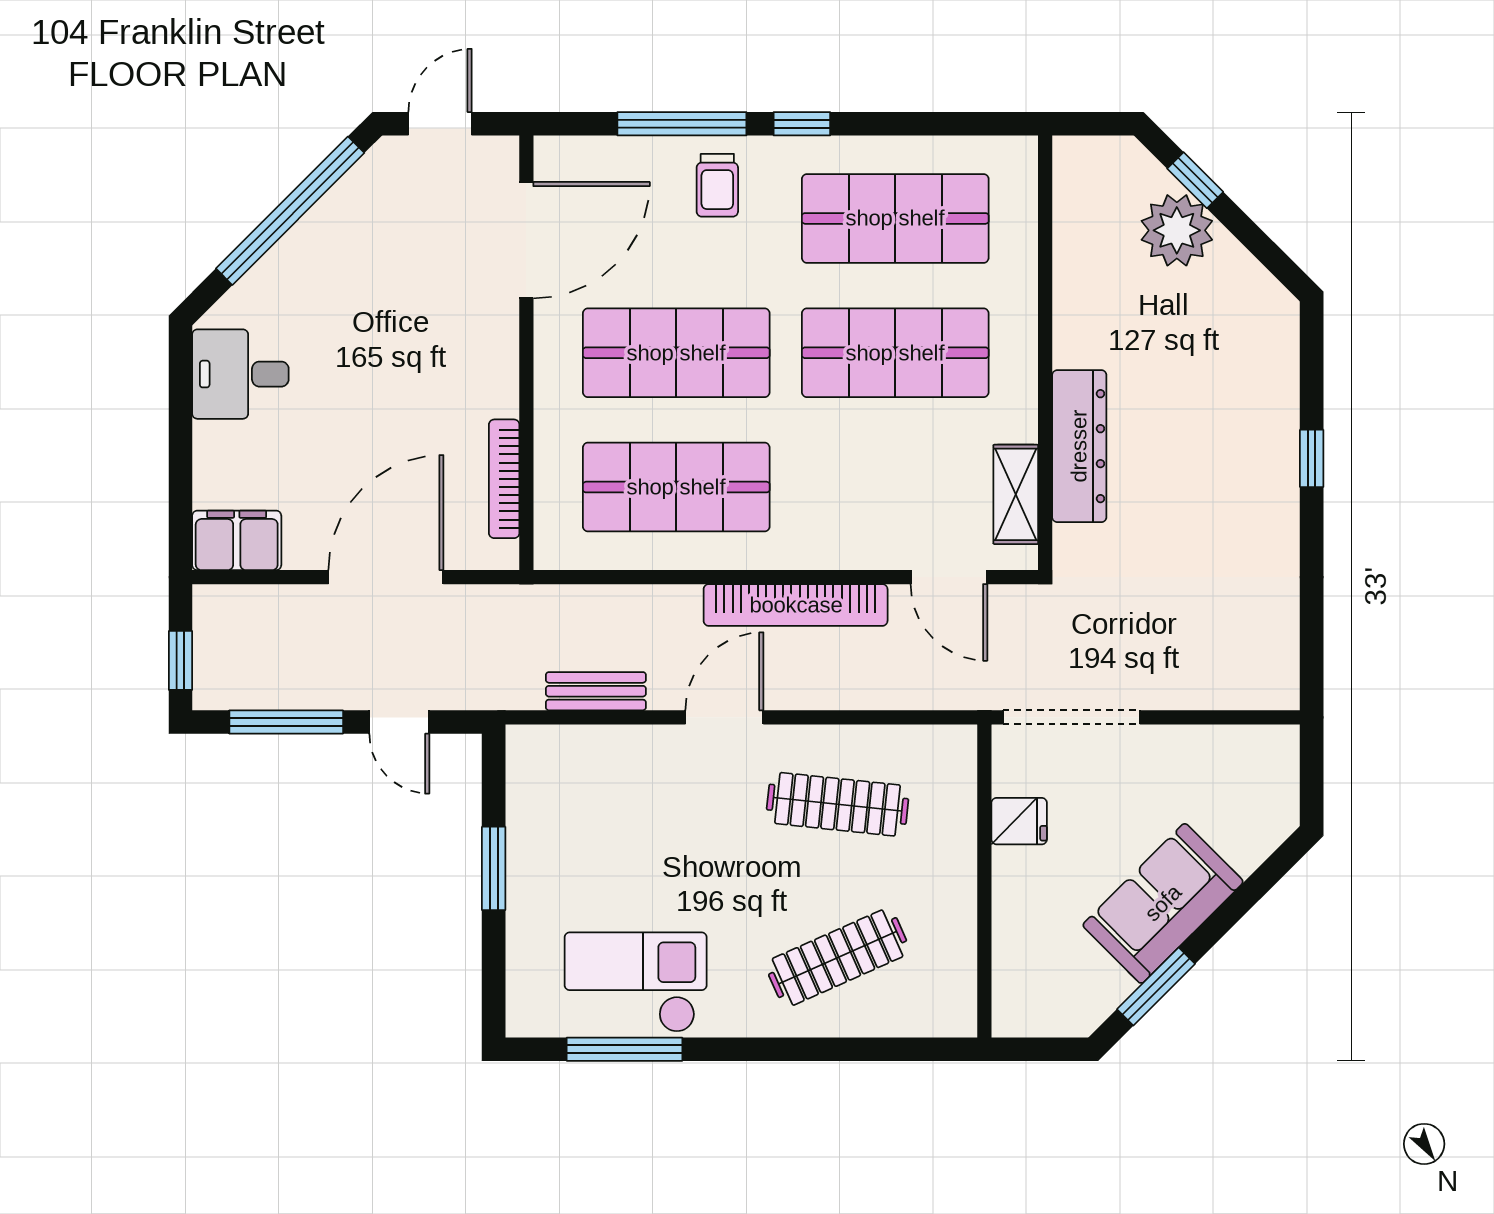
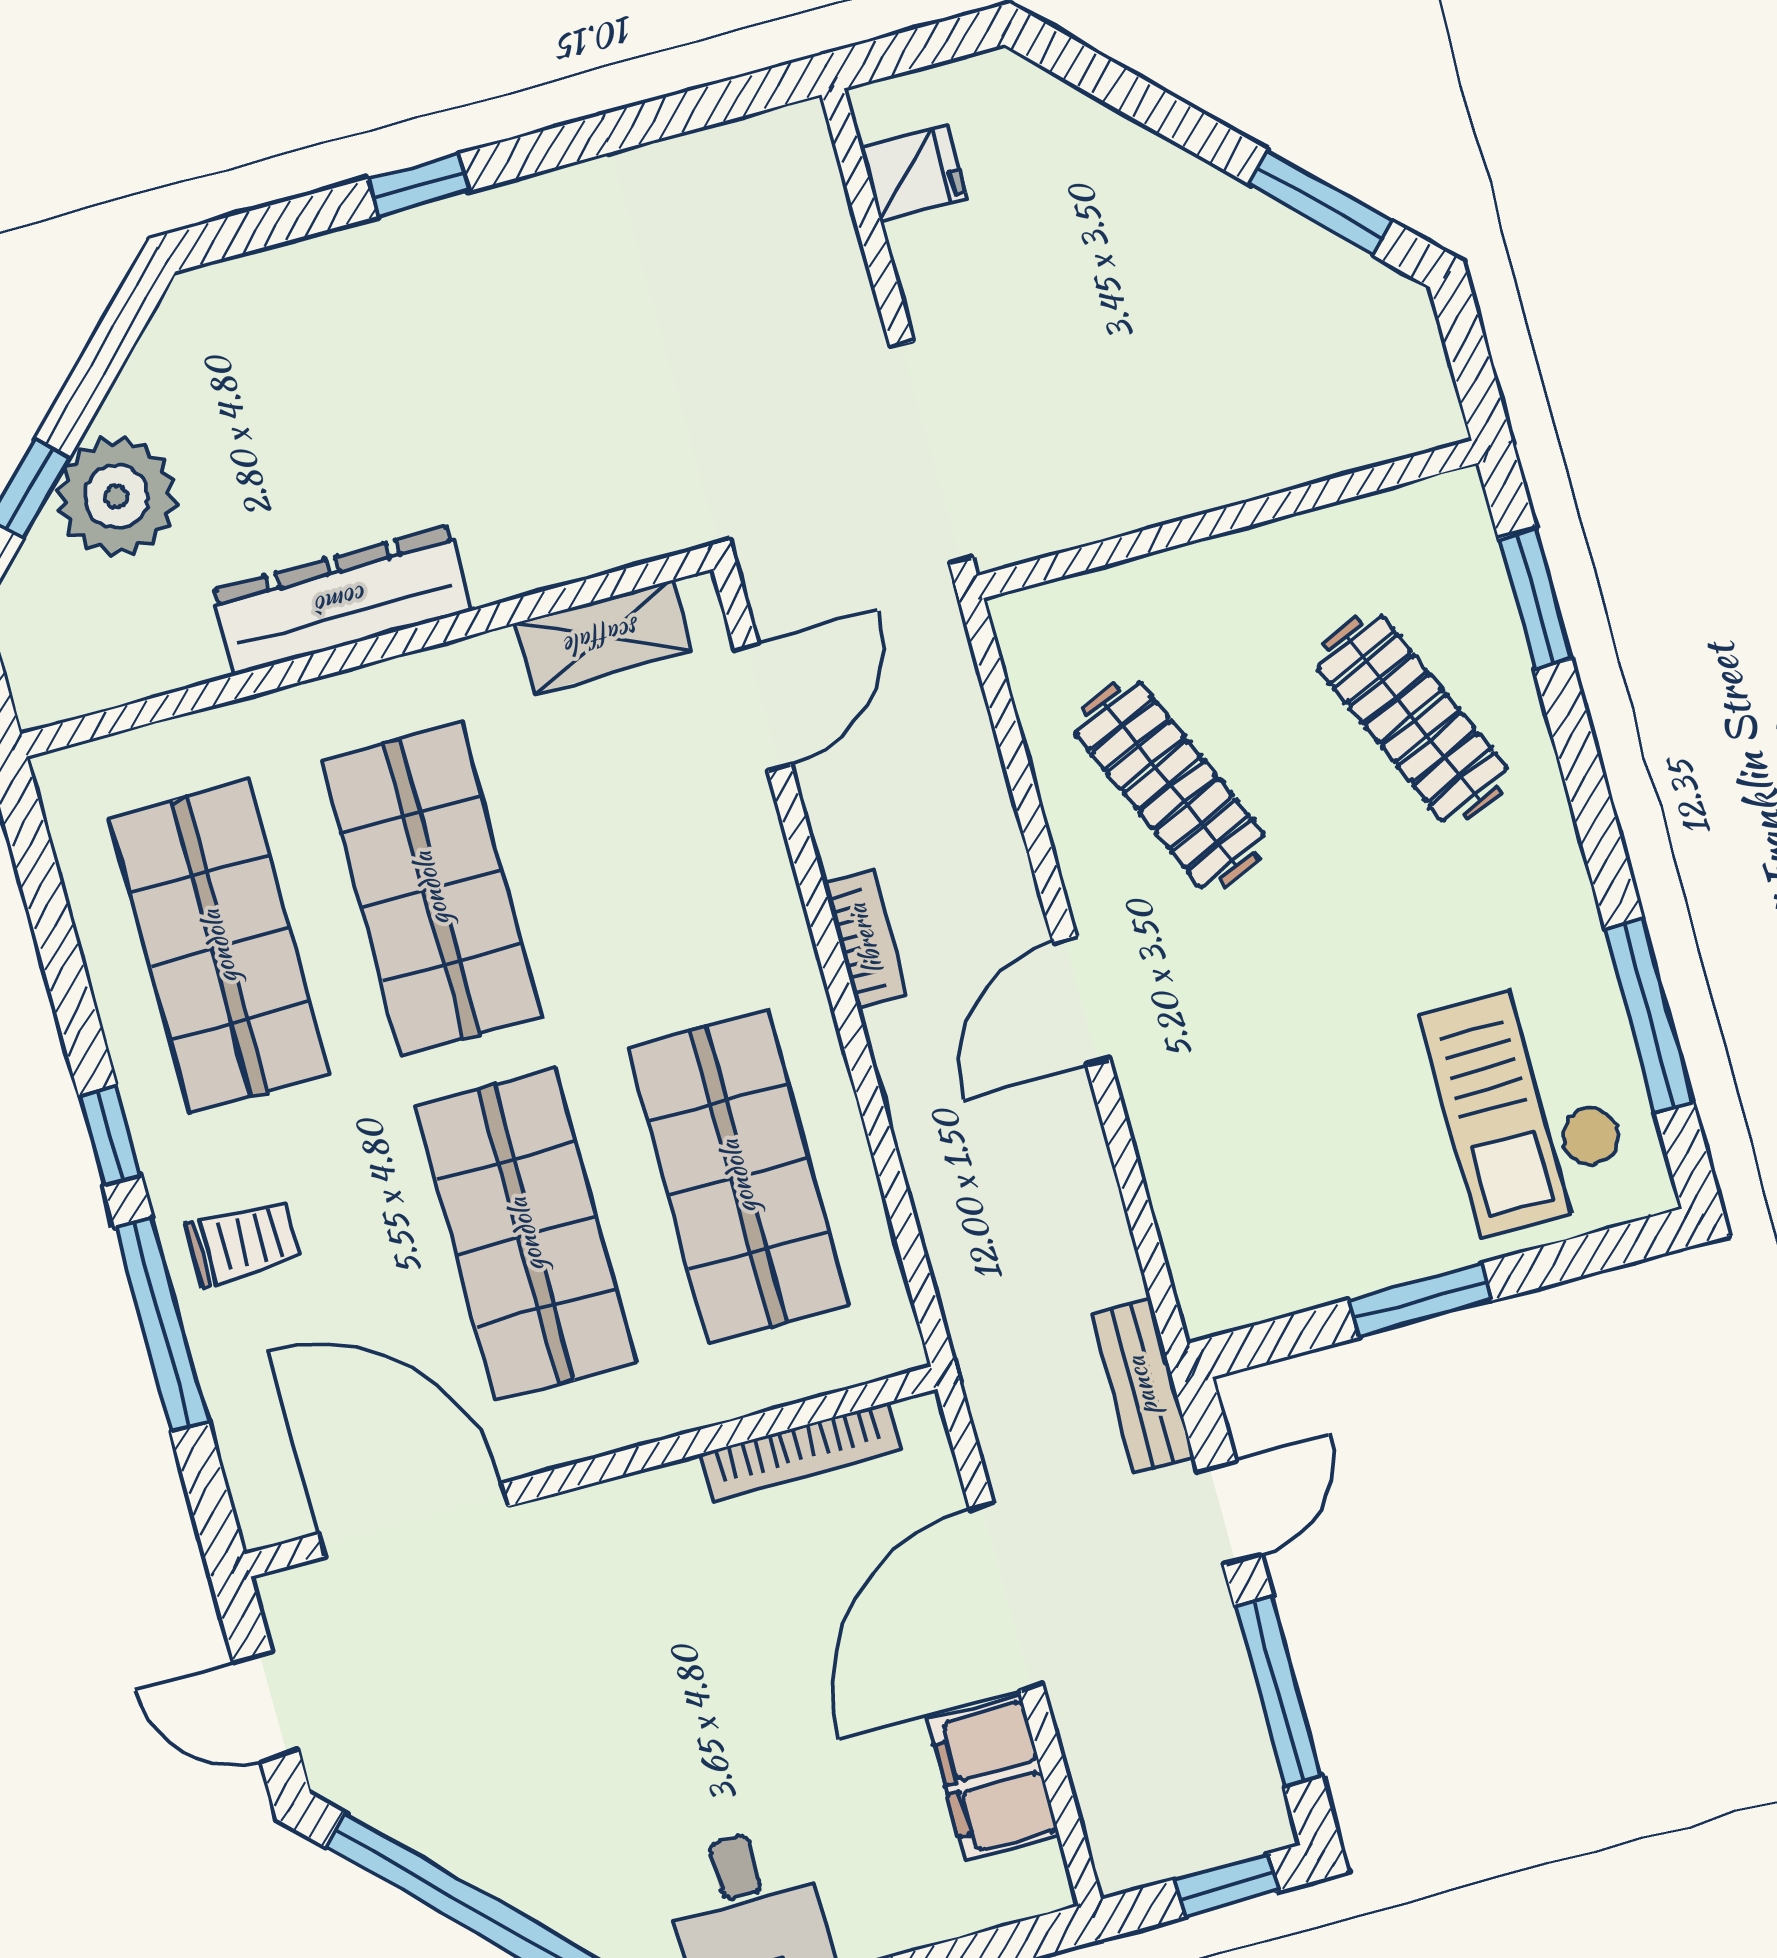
dresser: (1079, 446) -> (342, 600), moved
filing cabinet: (237, 540) -> (993, 1778), moved
door: (386, 577) -> (1006, 1596), hinge flipped
bookcase: (796, 605) -> (865, 939), width x0.43, depth x0.76
bench: (596, 691) -> (1142, 1386), moved
door: (724, 717) -> (1081, 1001), hinge flipped
clothes rail: (838, 804) -> (1170, 784), turned -30
fridge: (1019, 821) -> (914, 173), moved, turned 90
sofa: (1163, 903) -> (1186, 227), removed
checkout: (636, 982) -> (1528, 1105), moved
window: (888, 1049) -> (1535, 599), added

